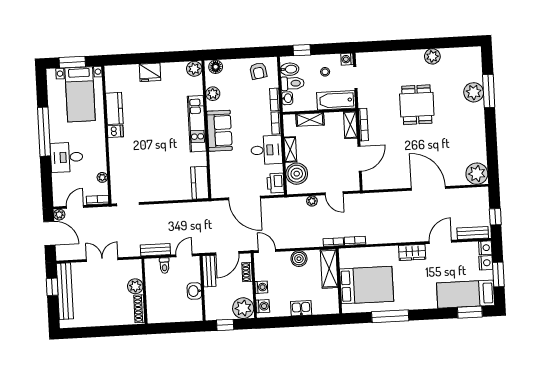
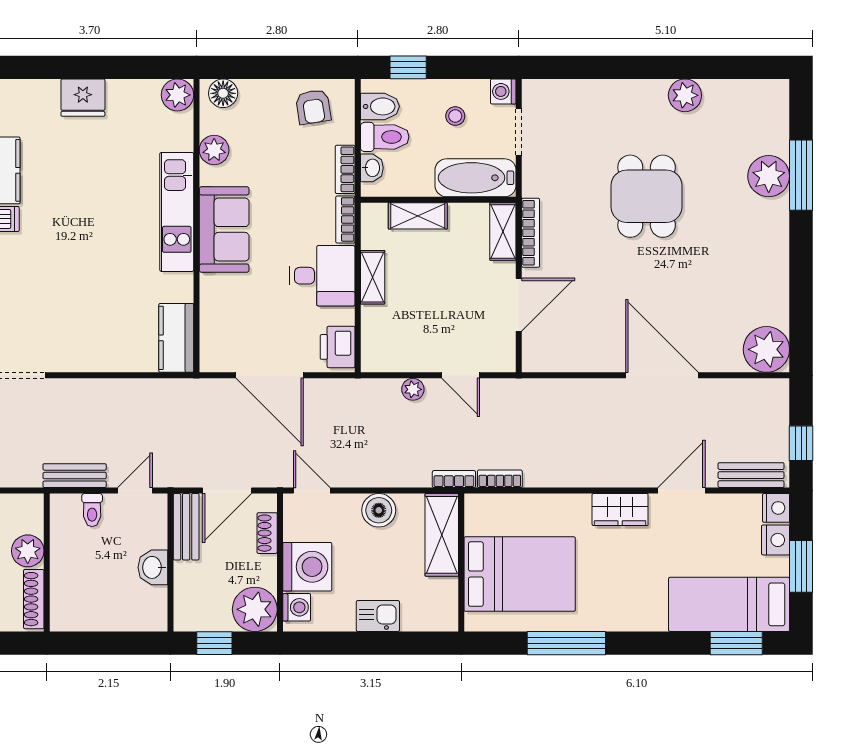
boiler: (297, 174) -> (383, 329), removed
washing machine: (261, 287) -> (307, 567), width x1.89, depth x1.89

